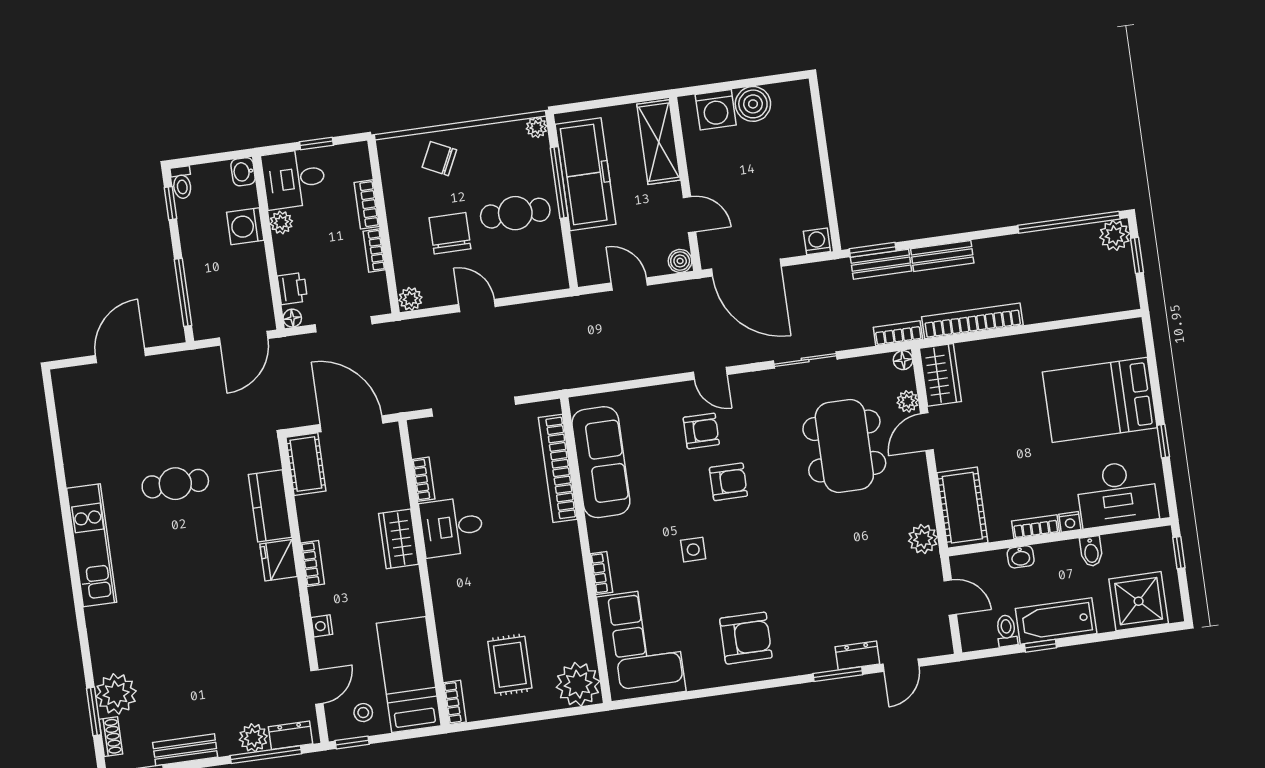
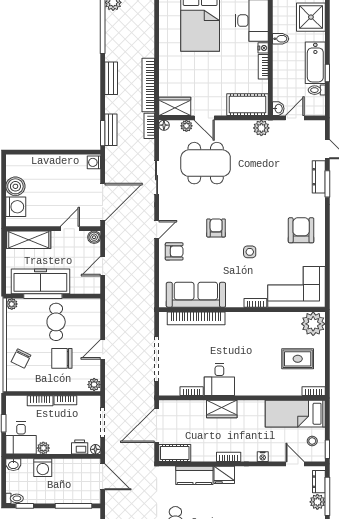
bench: (942, 256) -> (111, 78), moved
armchair: (701, 431) -> (174, 251), moved, turned 90
washbasin: (1021, 557) -> (278, 109), moved
dresser: (857, 655) -> (319, 177), width x1.44

